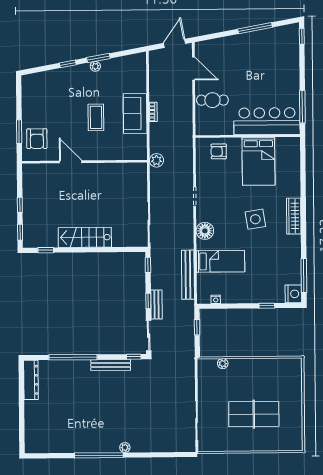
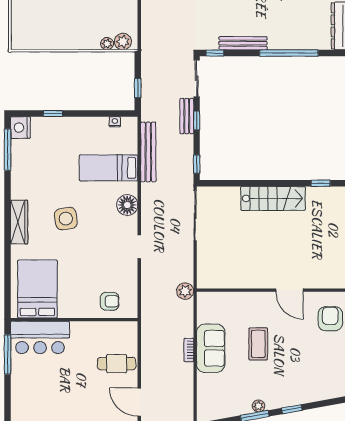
bar counter: (267, 121) -> (40, 337), width x0.73
bed: (259, 161) -> (37, 289), moved
plant: (210, 365) -> (123, 42), added

